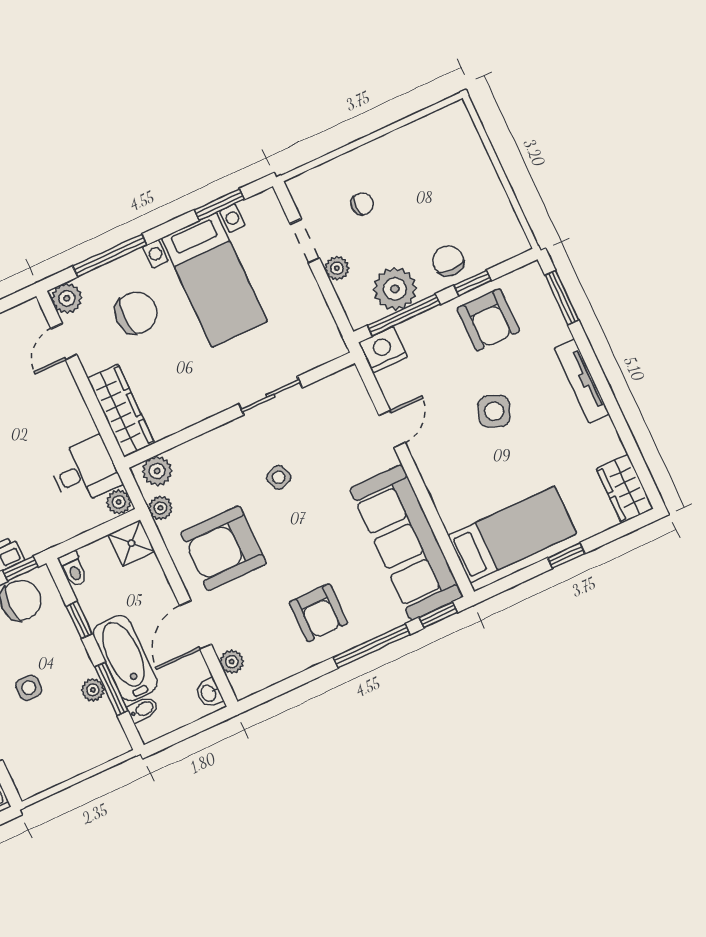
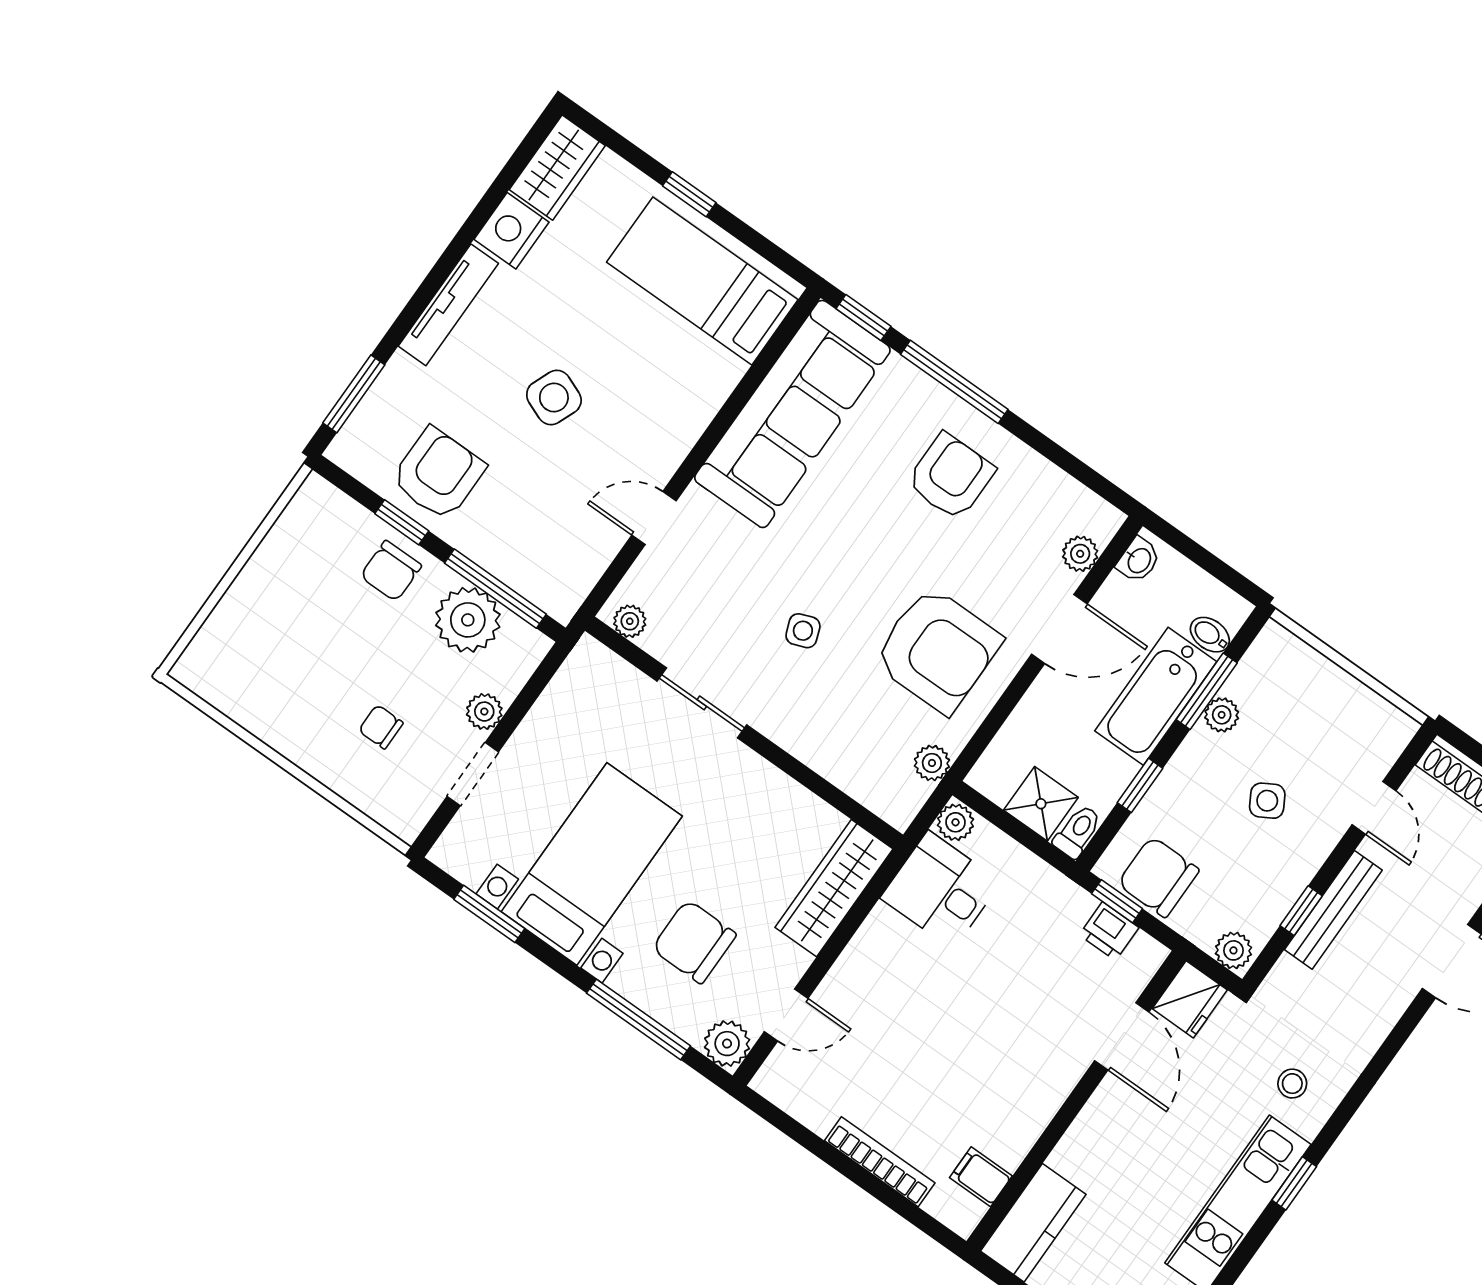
nightstand: (383, 350) -> (512, 231), moved, turned 90
plant: (157, 471) -> (630, 621), moved, width x0.73, depth x0.73
shower: (131, 543) -> (1041, 804), moved
side table: (29, 688) -> (1267, 801), turned -30

